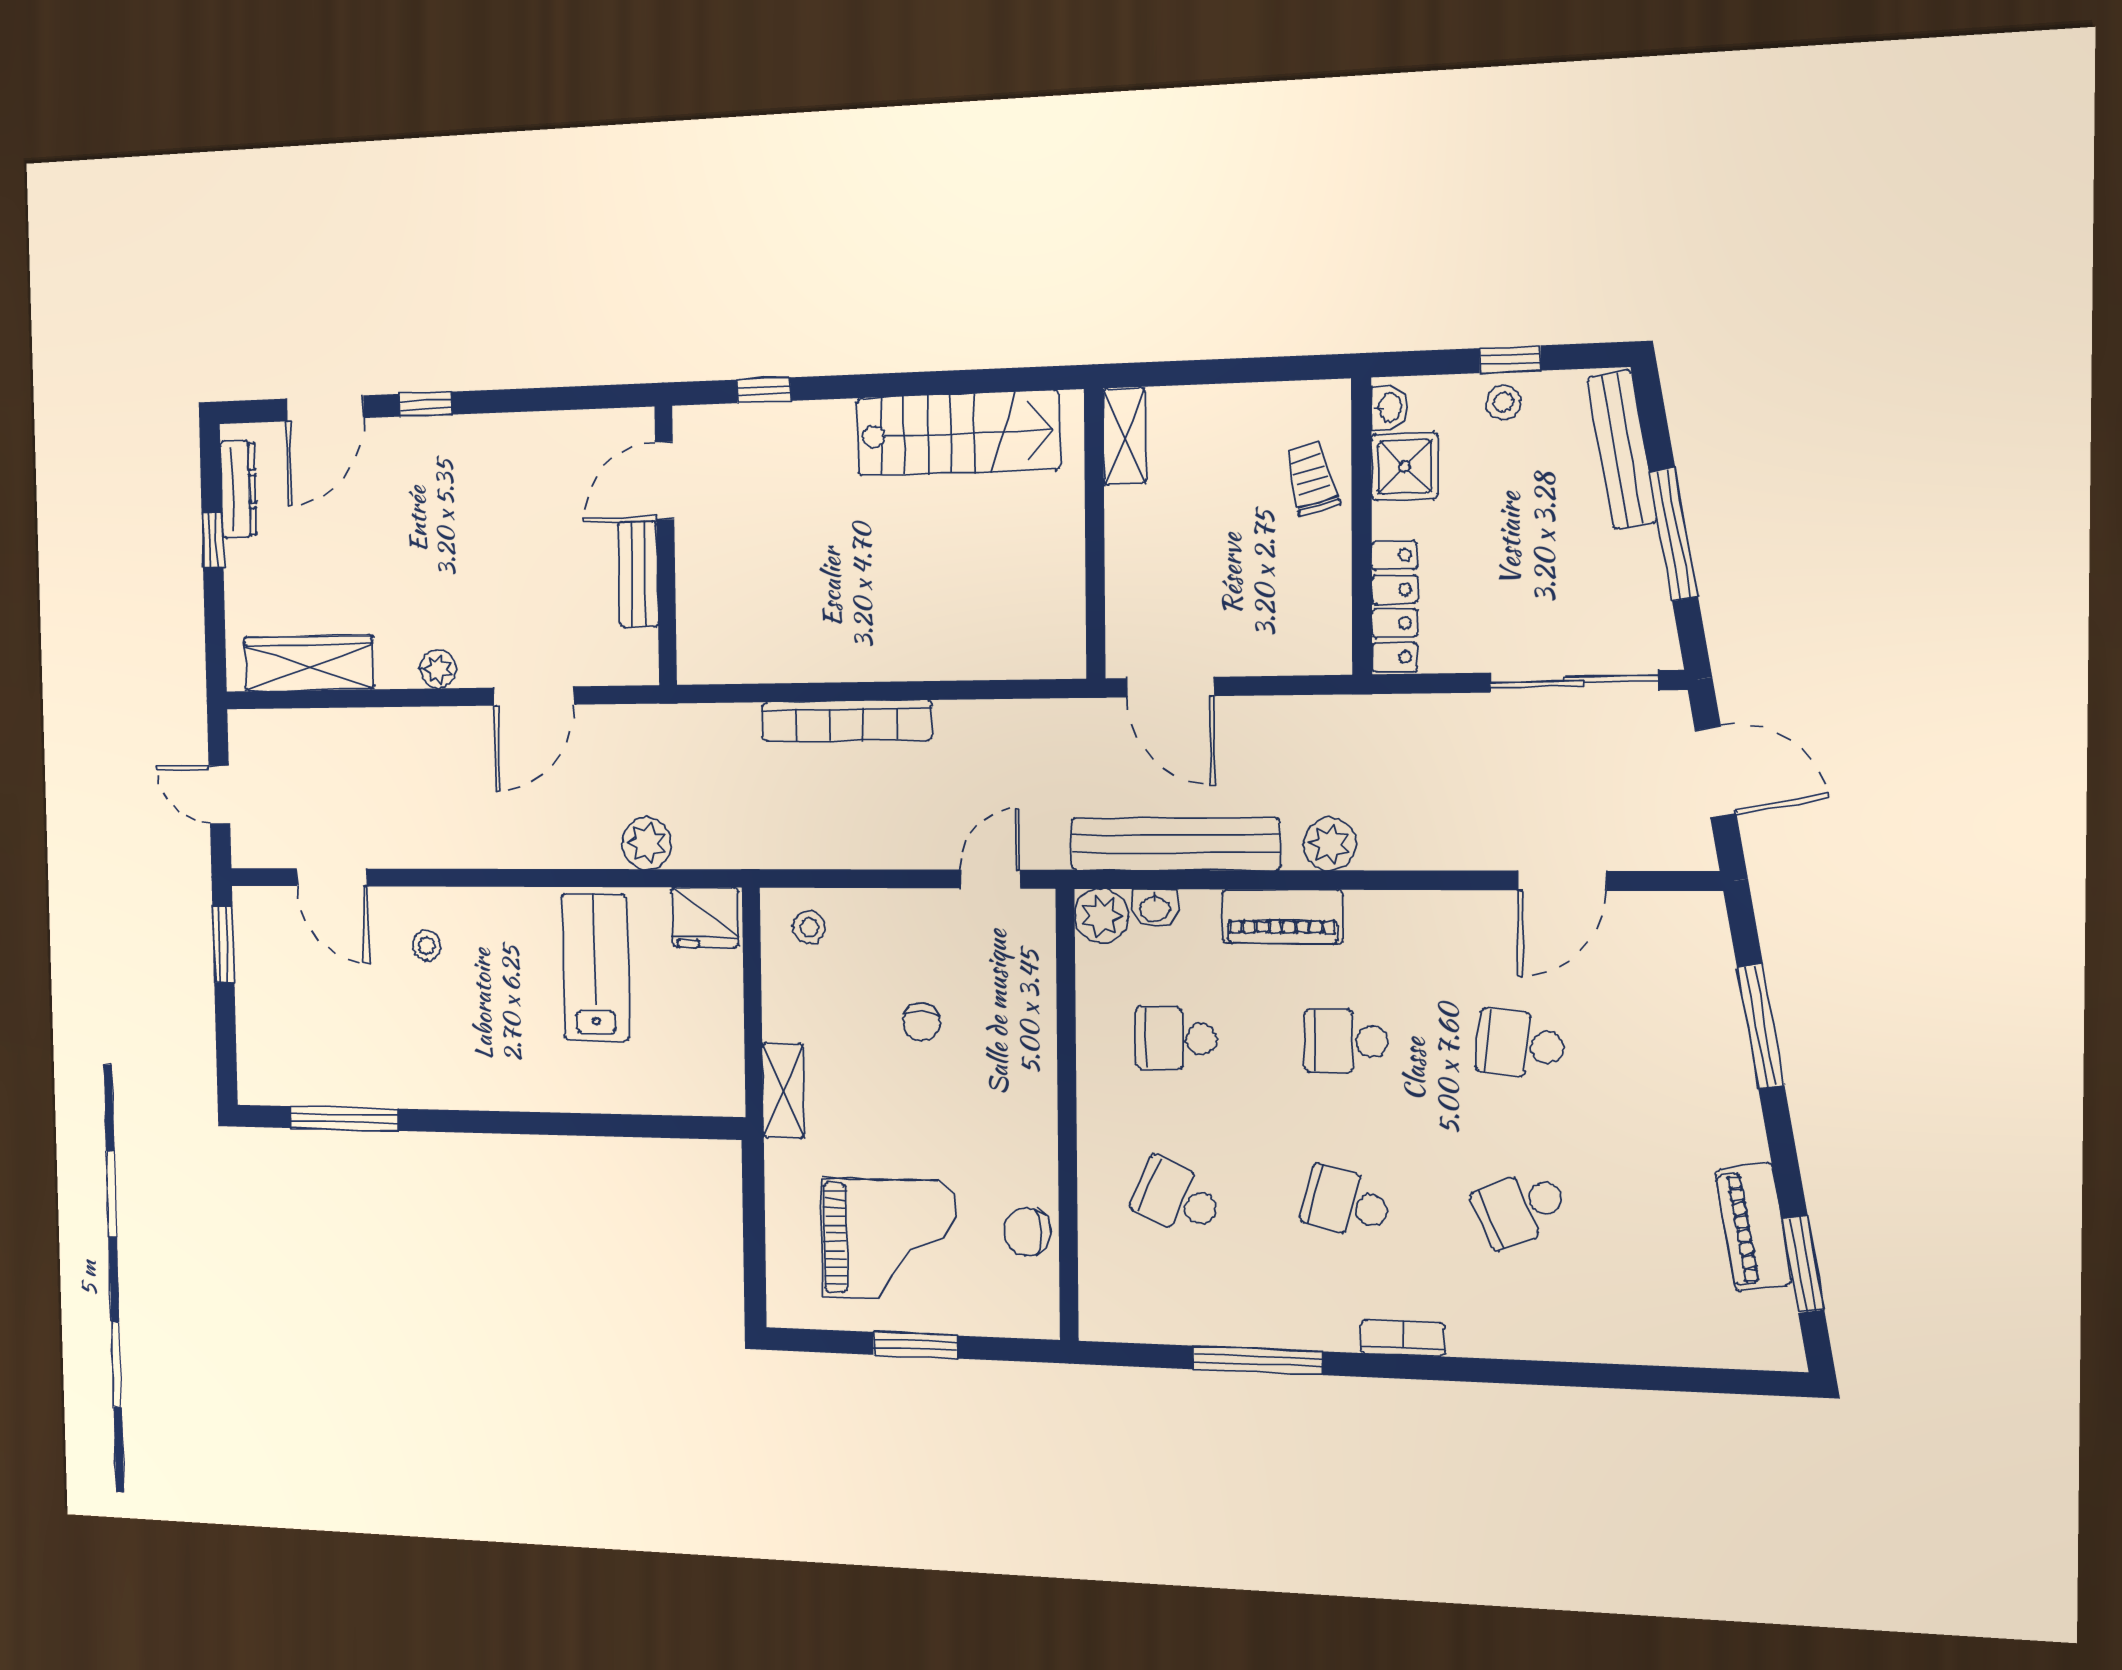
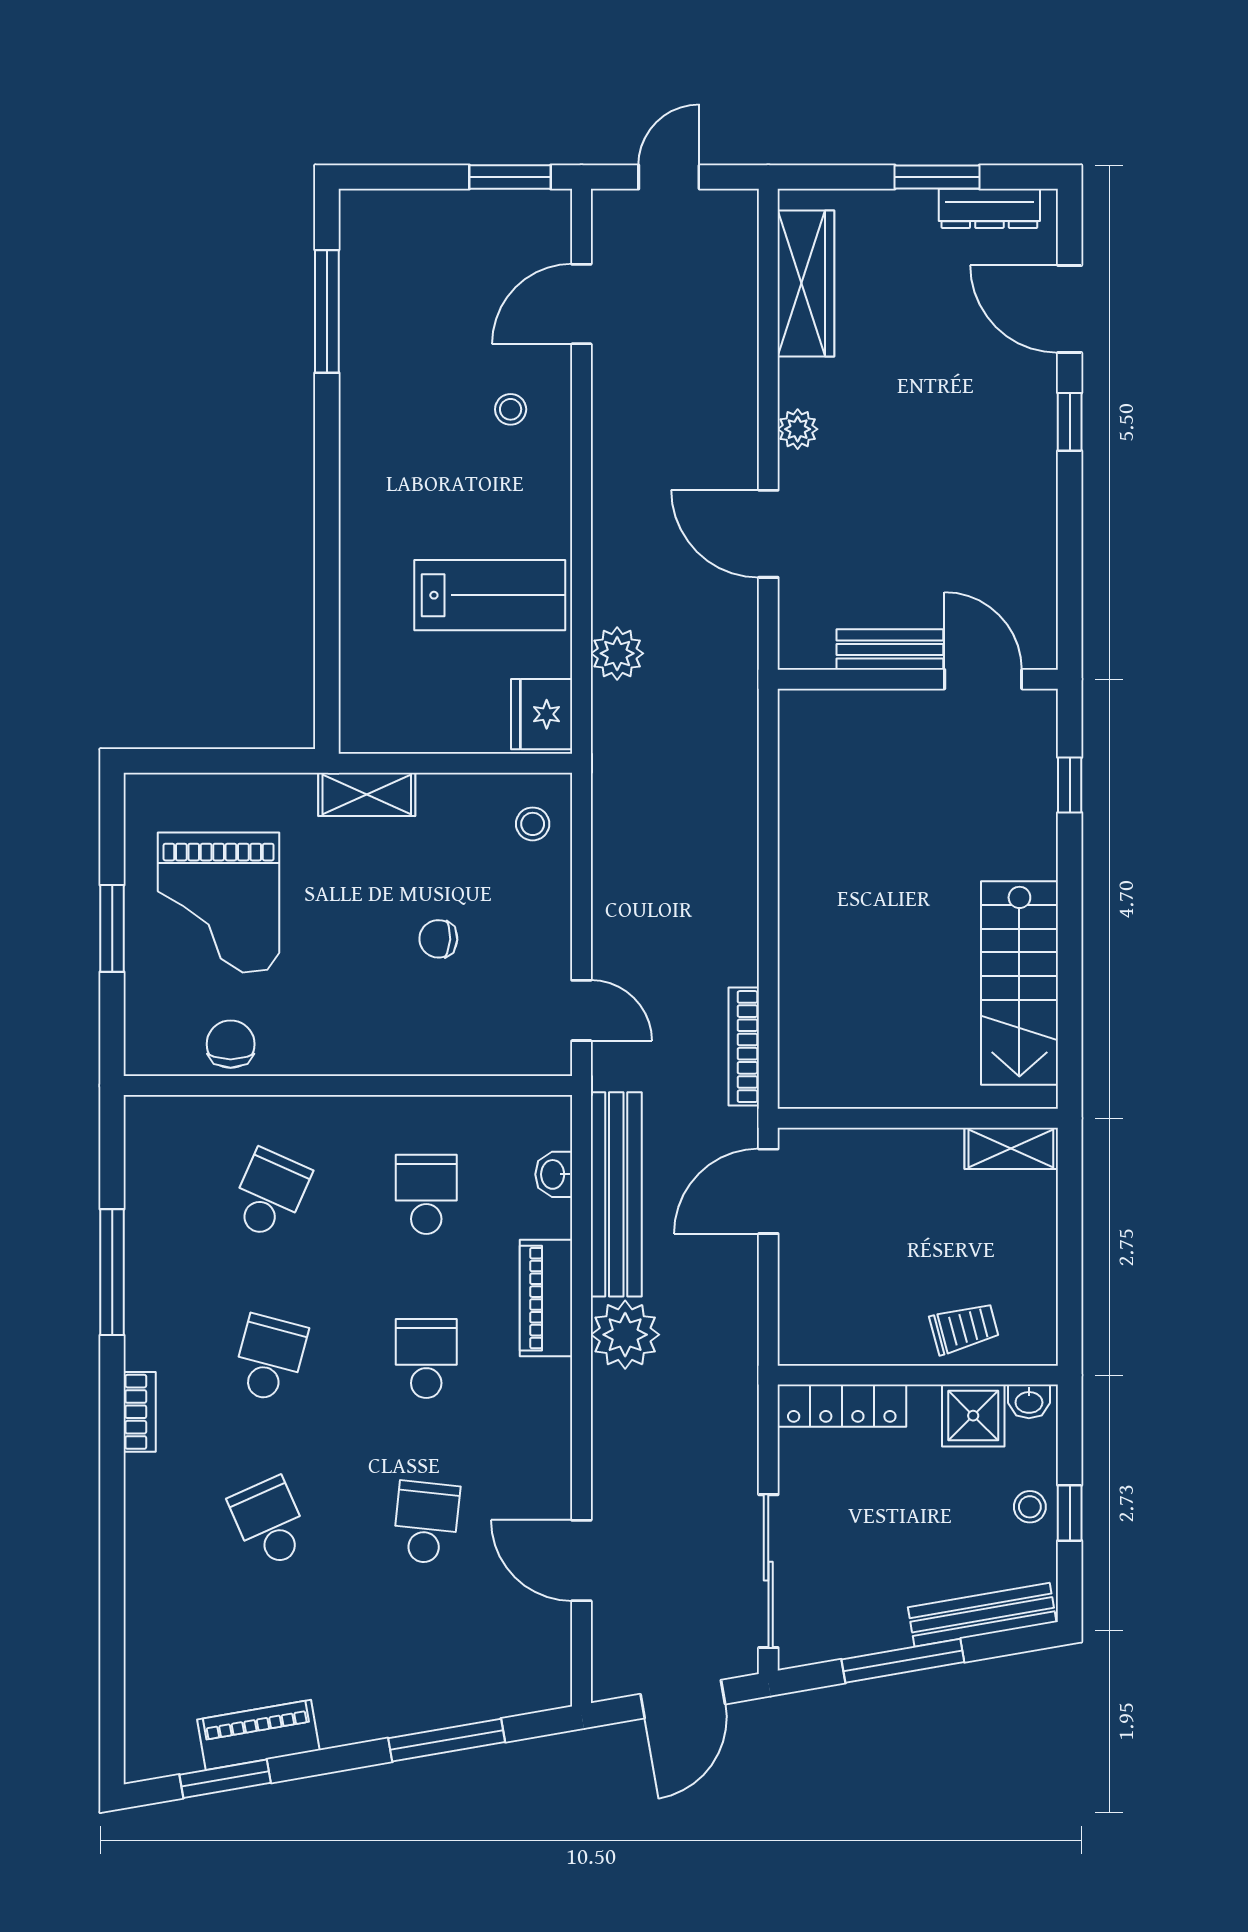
window: (213, 540) -> (937, 177), width x1.50
bookcase: (847, 721) -> (744, 1047), moved, width x0.68, depth x0.76
plant: (1330, 844) -> (625, 1335), width x1.36, depth x1.36
plant: (1101, 916) -> (546, 1121), removed

